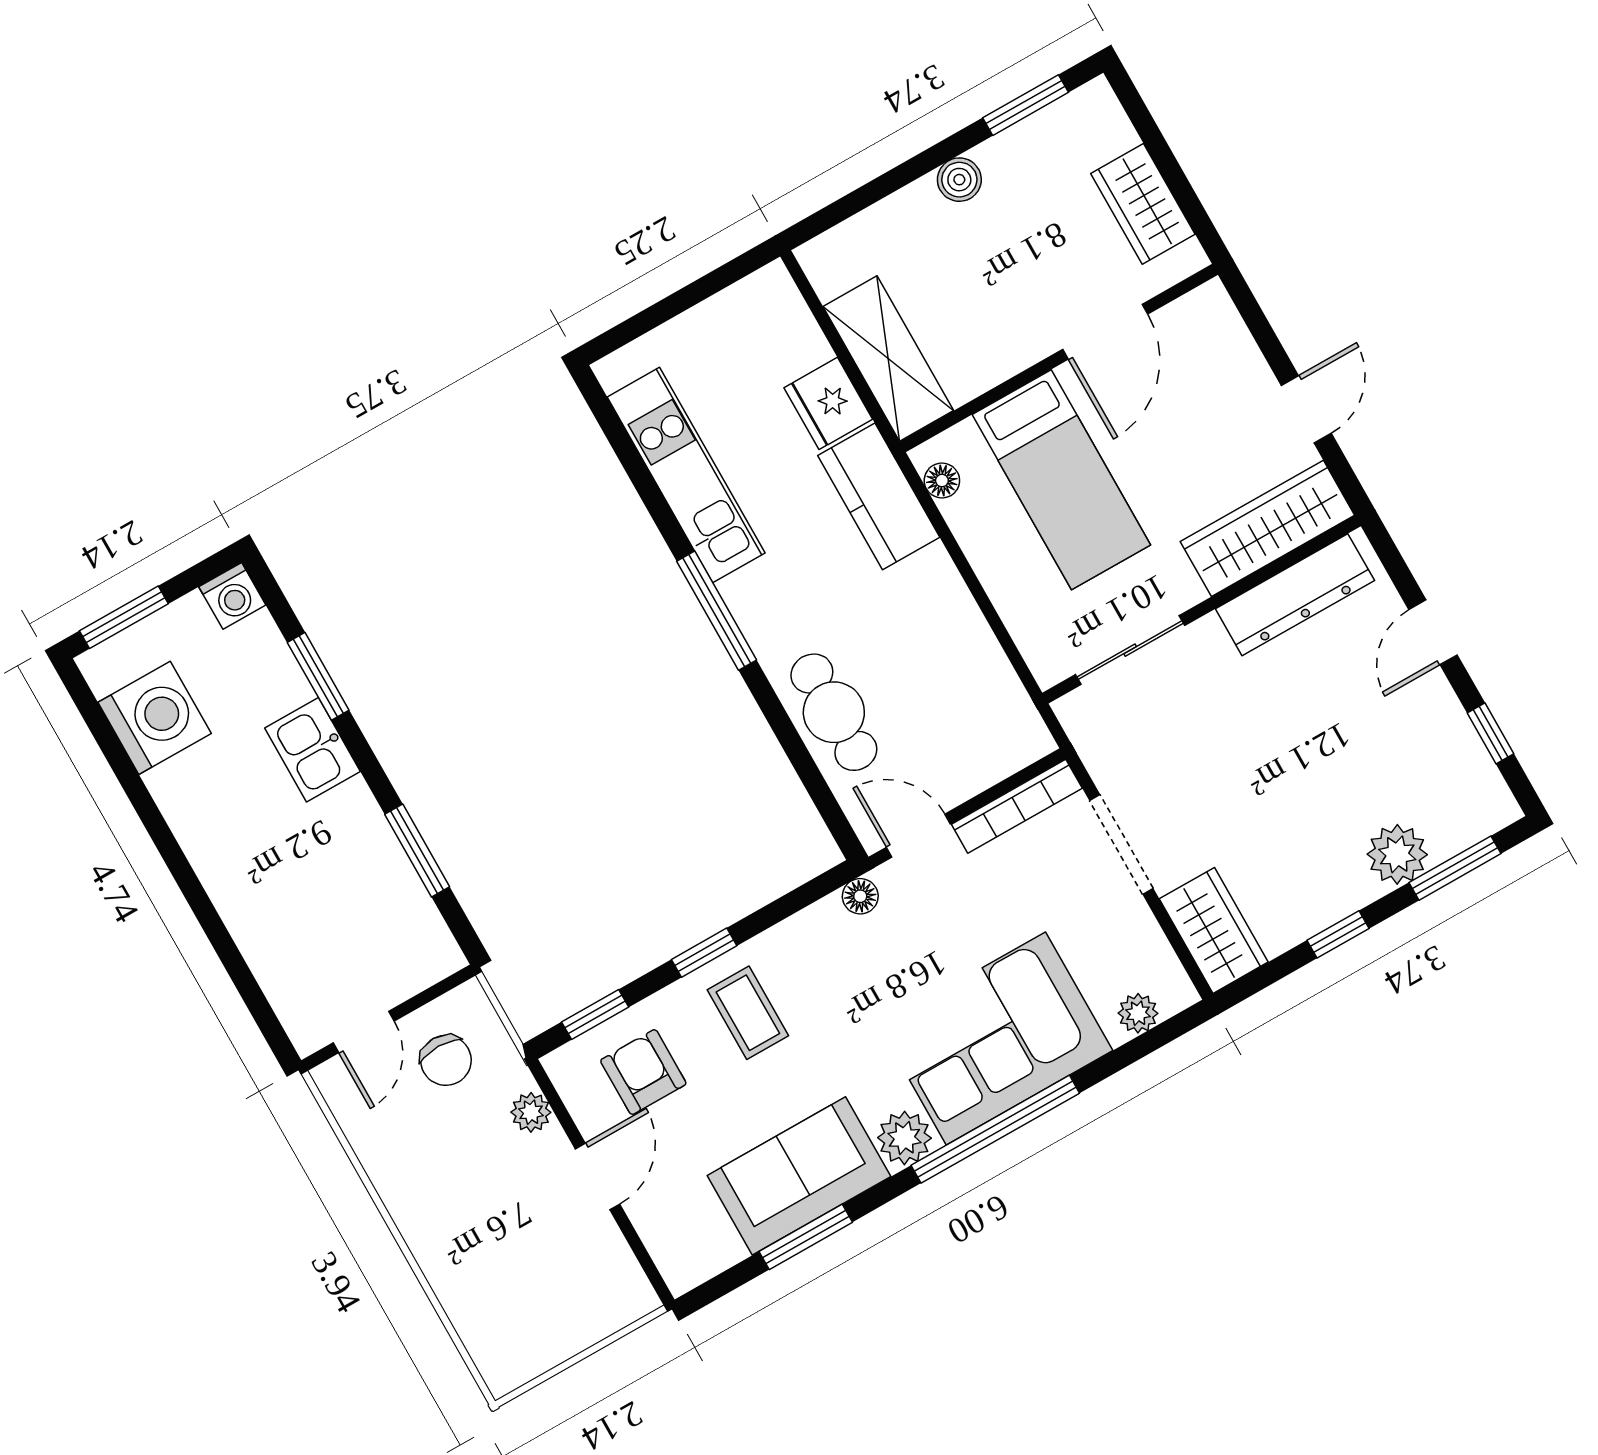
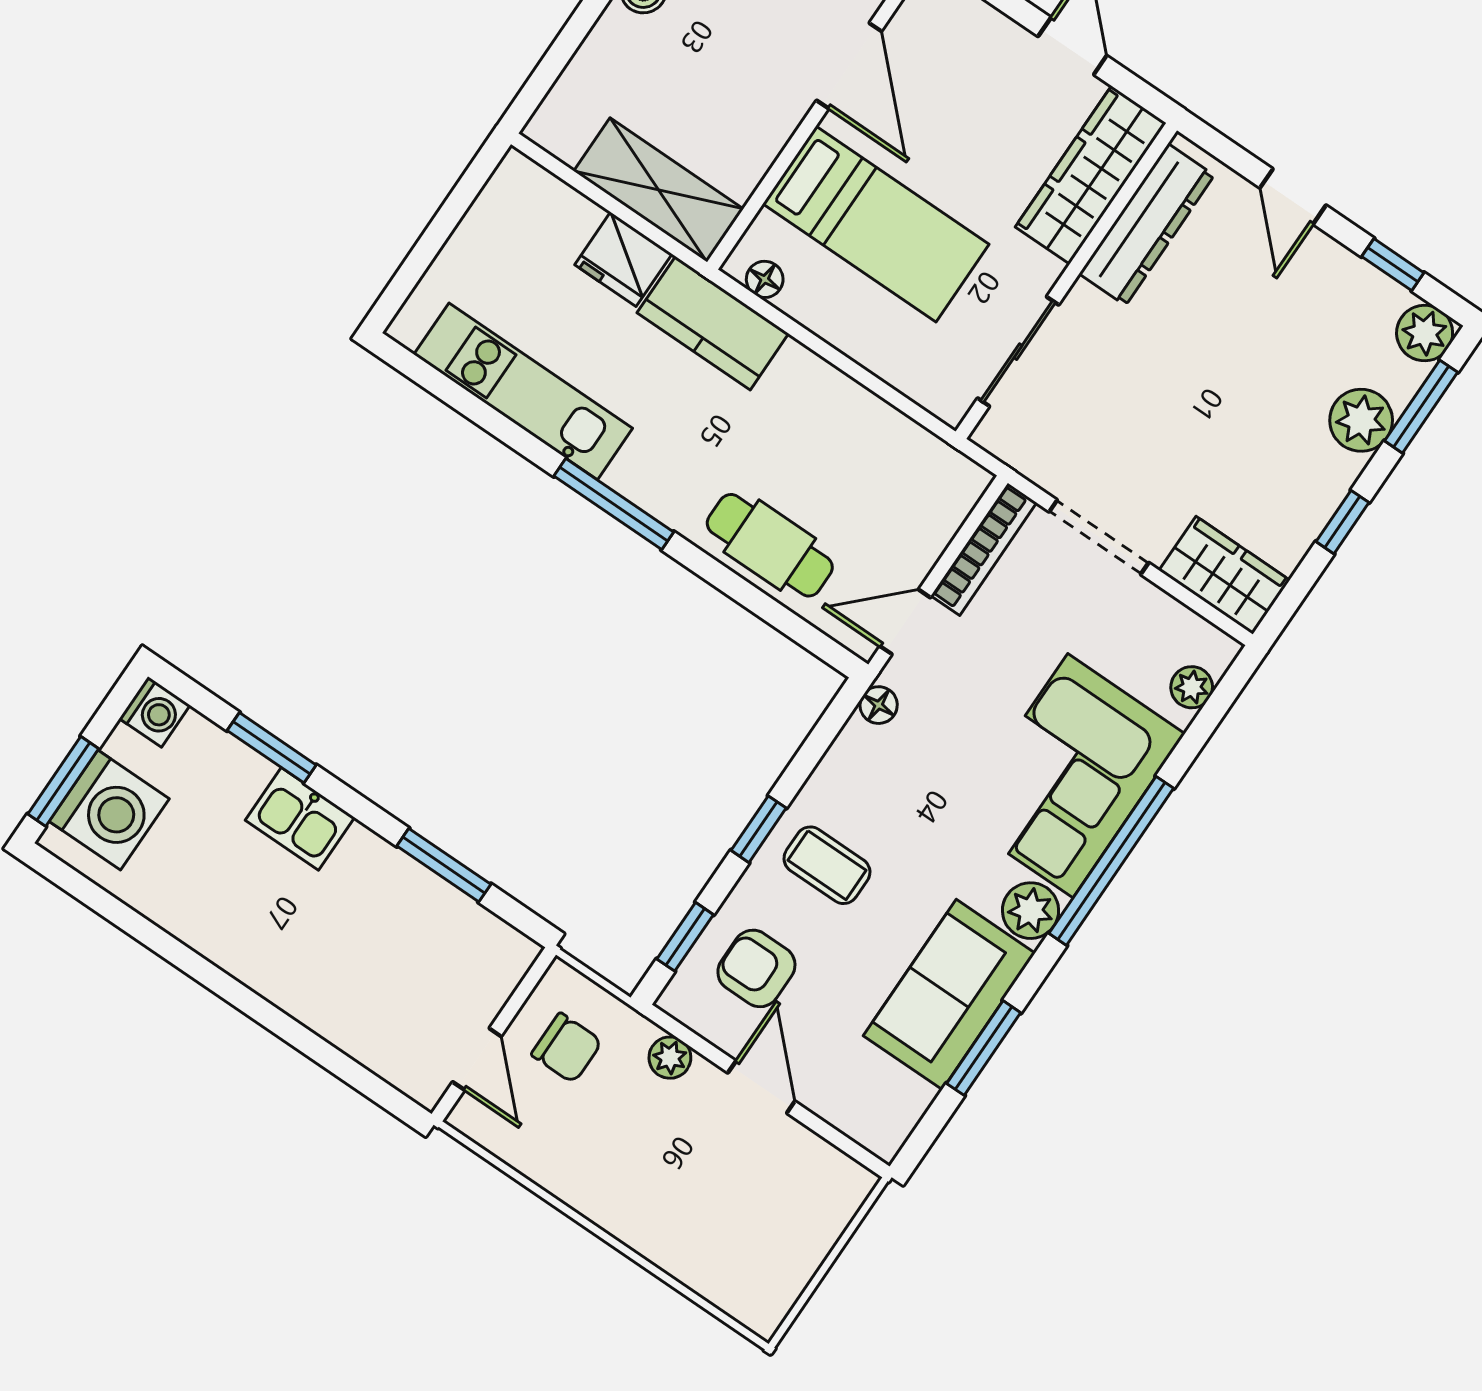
washing machine: (155, 718) -> (109, 810), moved, turned 90
plant: (1489, 806) -> (1425, 333), added

